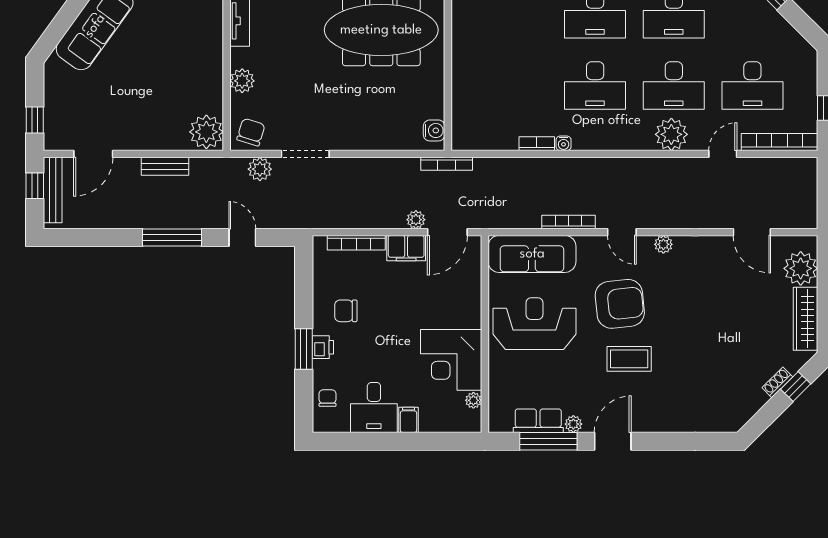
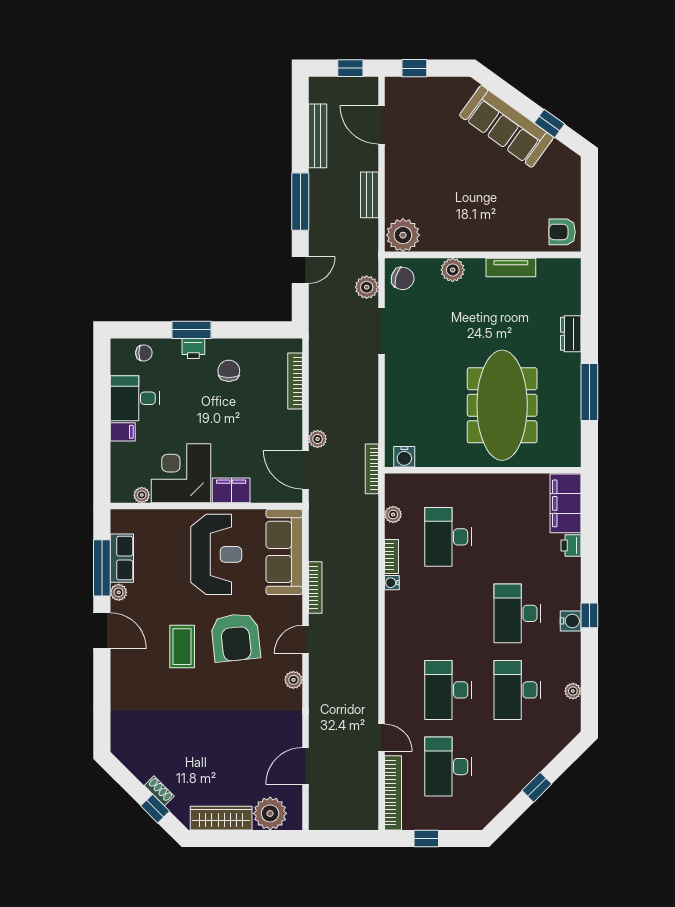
desk: (595, 85) -> (448, 537), moved
plant: (671, 134) -> (393, 514), moved, width x0.53, depth x0.53
bench: (53, 190) -> (318, 136), moved, turned 90
filing cabinet: (406, 248) -> (231, 490), moved, turned 90

